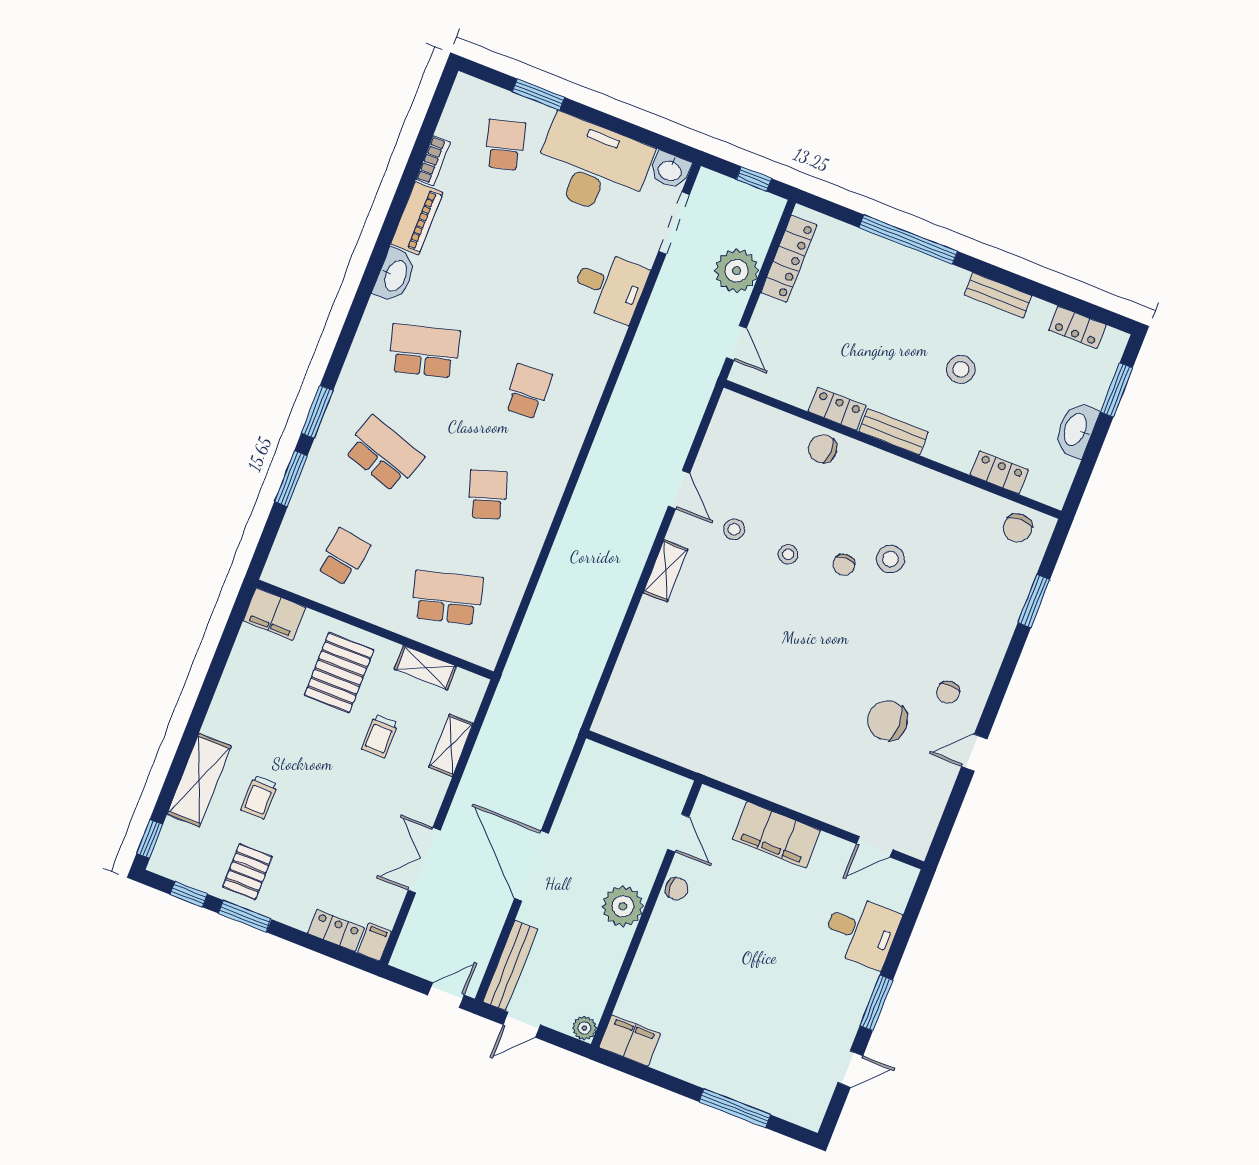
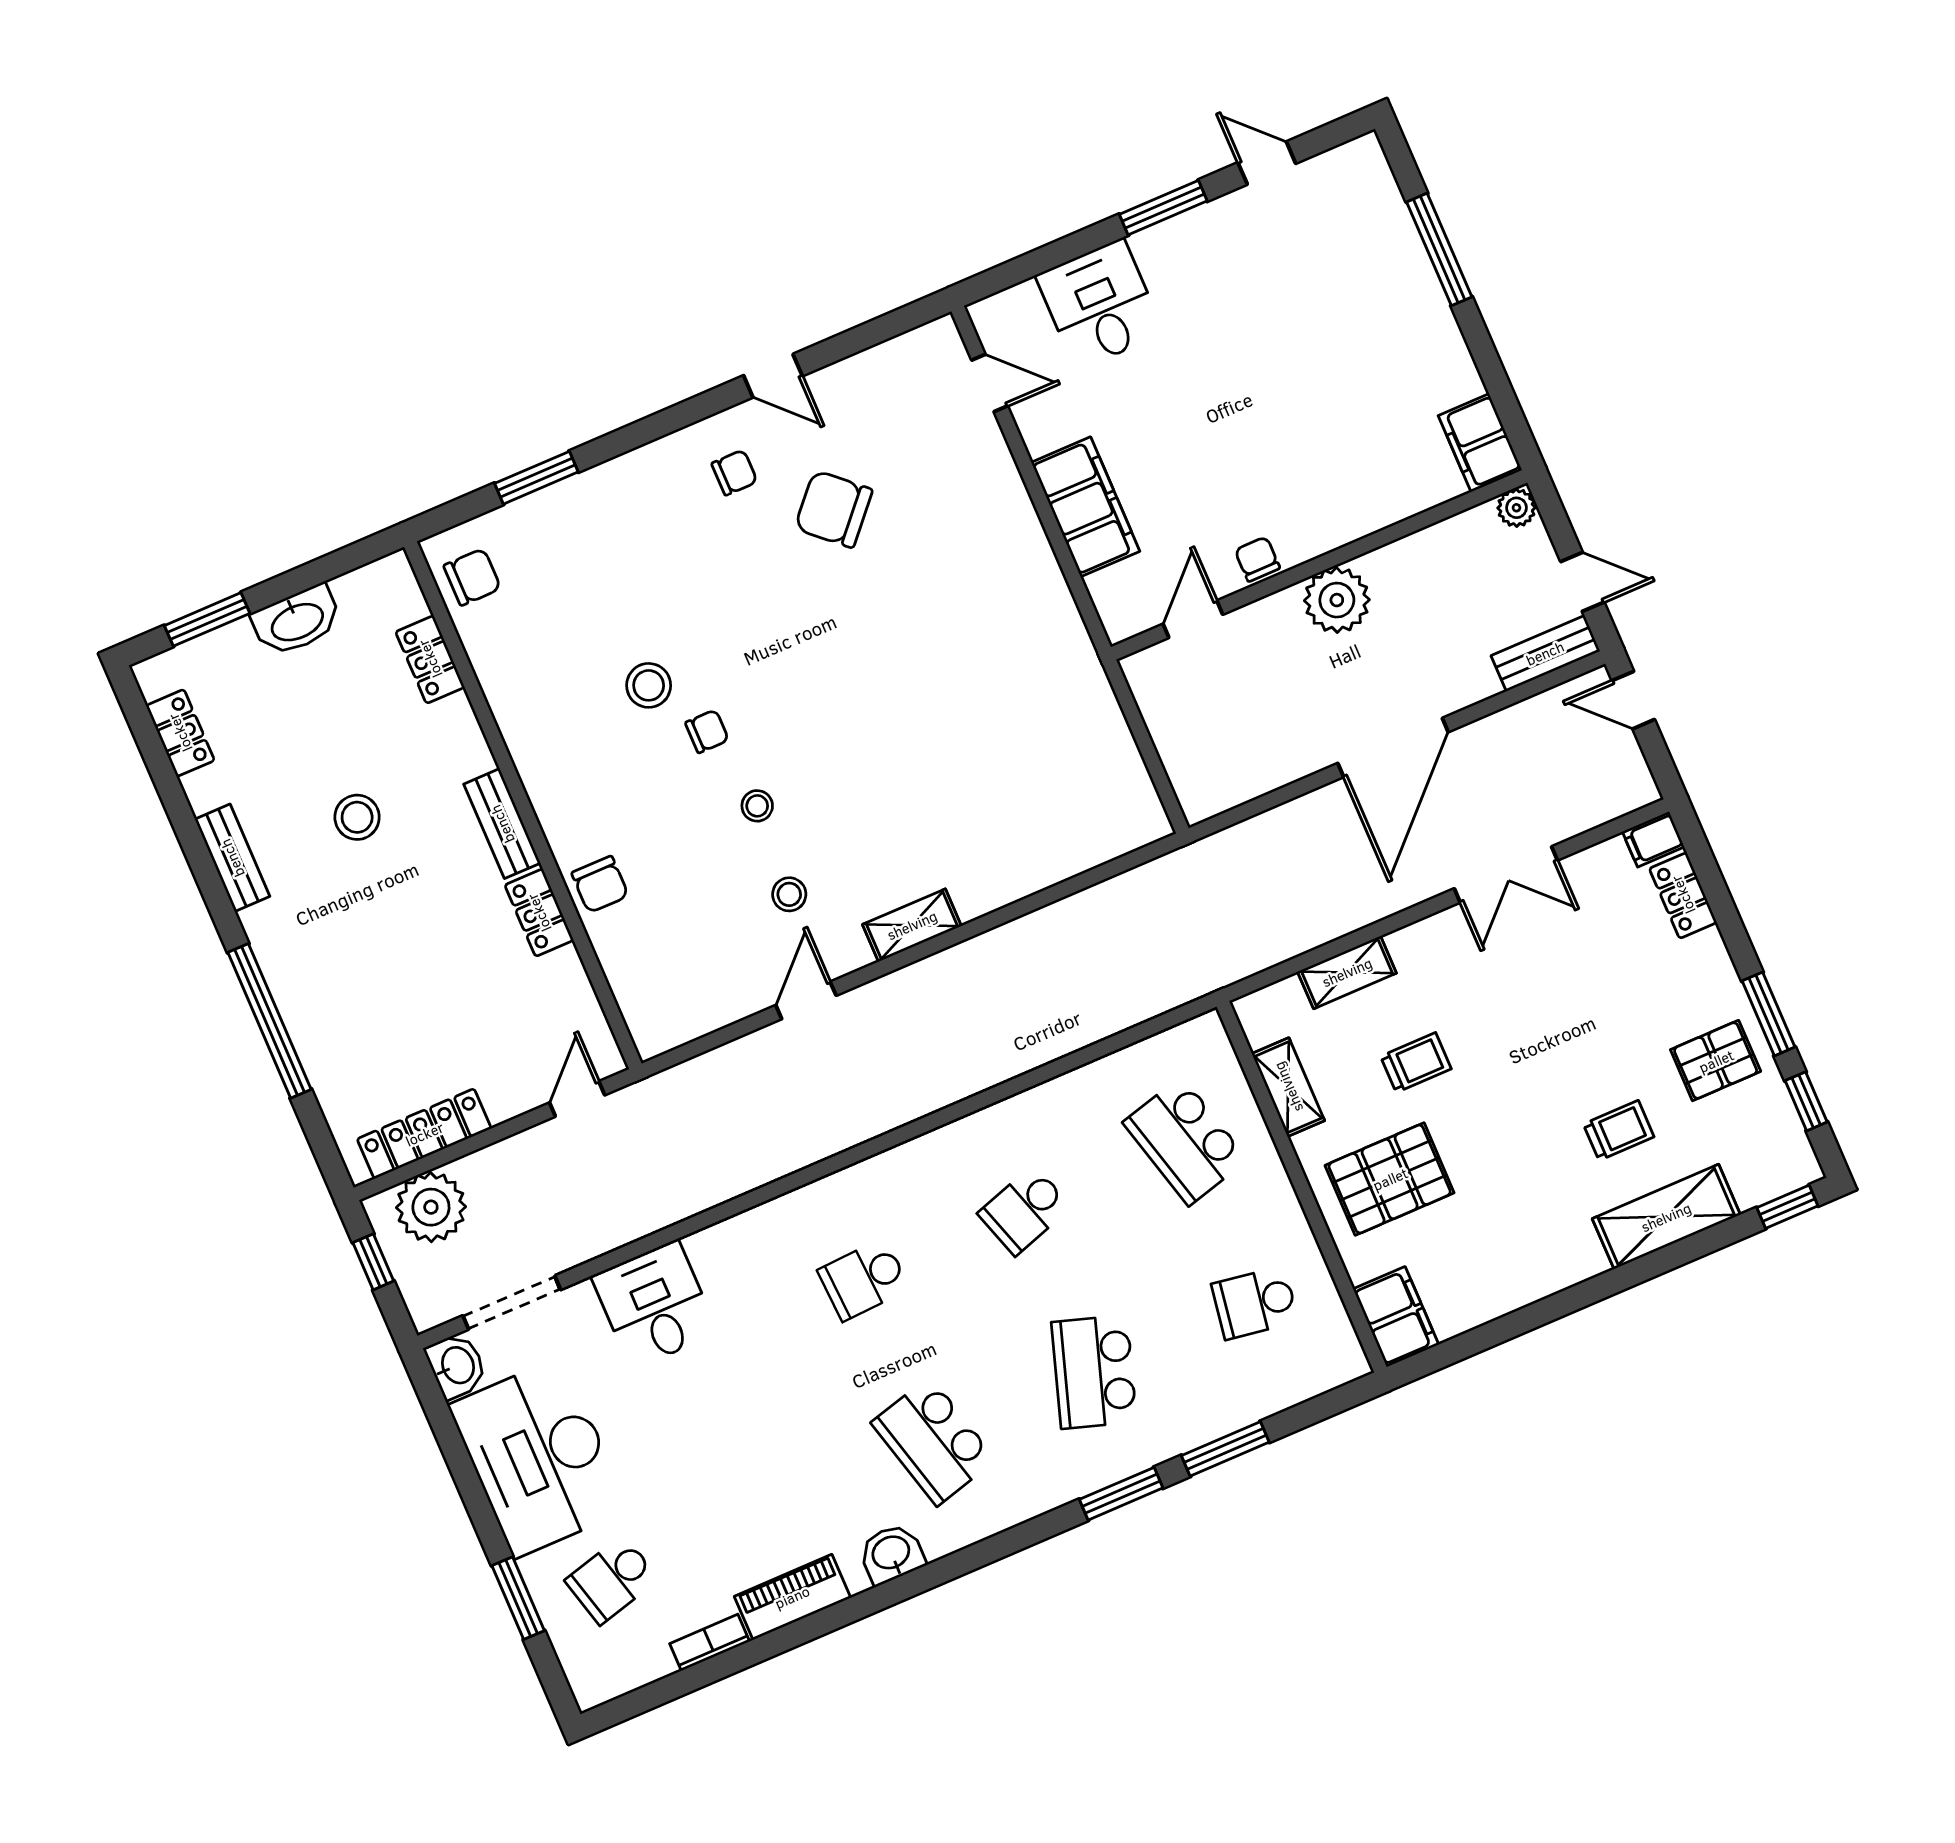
plant: (737, 271) -> (431, 1207), moved
washbasin: (395, 275) -> (891, 1554), width x0.72
chair: (887, 721) -> (834, 509), turned 132
bench: (510, 965) -> (1545, 653), width x0.73

